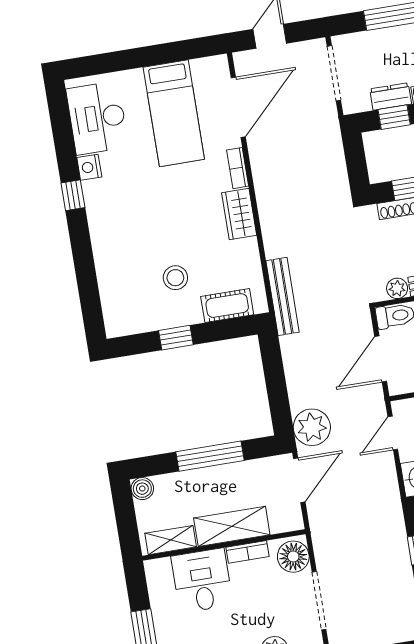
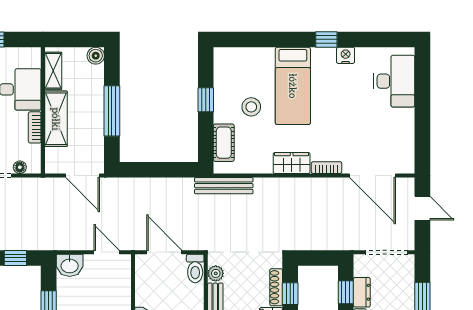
bed: (174, 113) -> (293, 86), moved, turned -90
desk: (97, 118) -> (394, 81), moved, turned 90
plant: (312, 427) -> (121, 192), removed
floor lamp: (293, 557) -> (20, 167), width x0.53, depth x0.53

